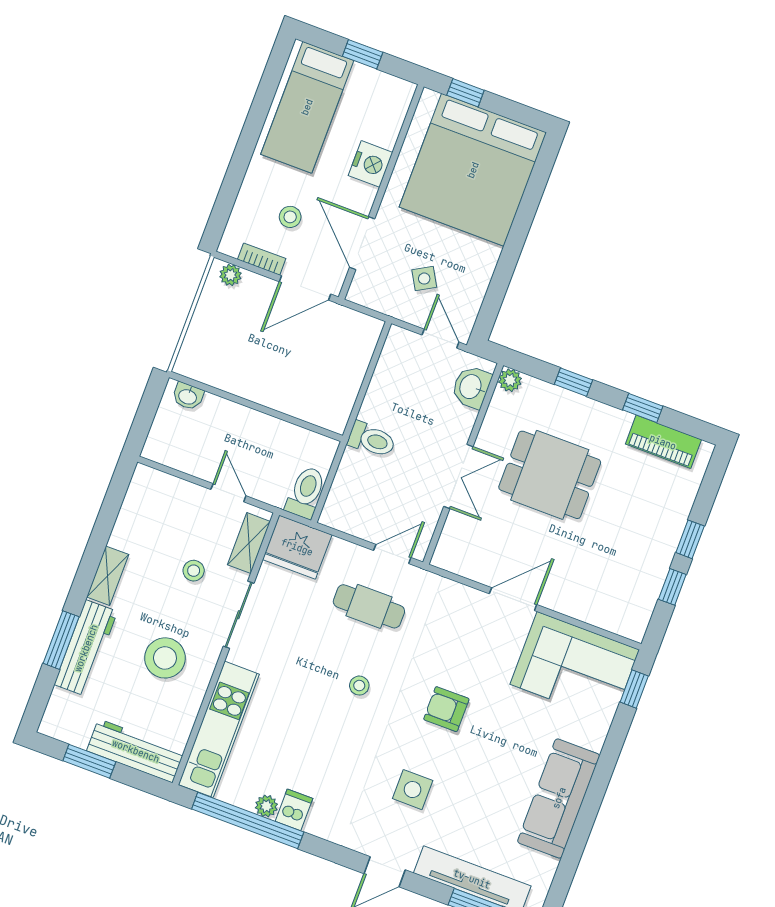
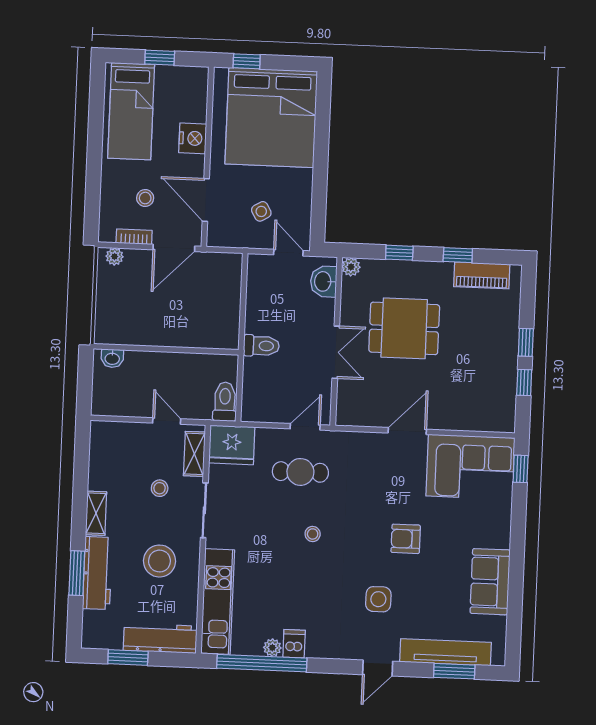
armchair: (446, 709) -> (406, 539), moved
sofa: (559, 798) -> (490, 582), width x0.73

